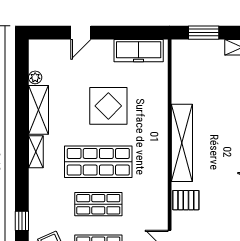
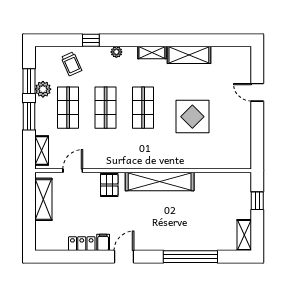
window: (204, 33) -> (257, 201), width x0.67
freezer: (139, 51) -> (241, 143), removed
plant: (35, 77) -> (116, 52), moved
shop shelf: (98, 162) -> (143, 108), width x0.70, depth x0.74

